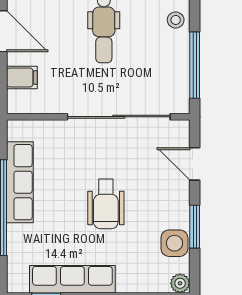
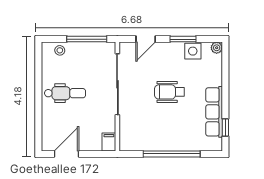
filing cabinet: (22, 78) -> (109, 142), moved
row of seats: (20, 182) -> (156, 143), removed
wheelchair: (106, 204) -> (169, 92), turned 180

